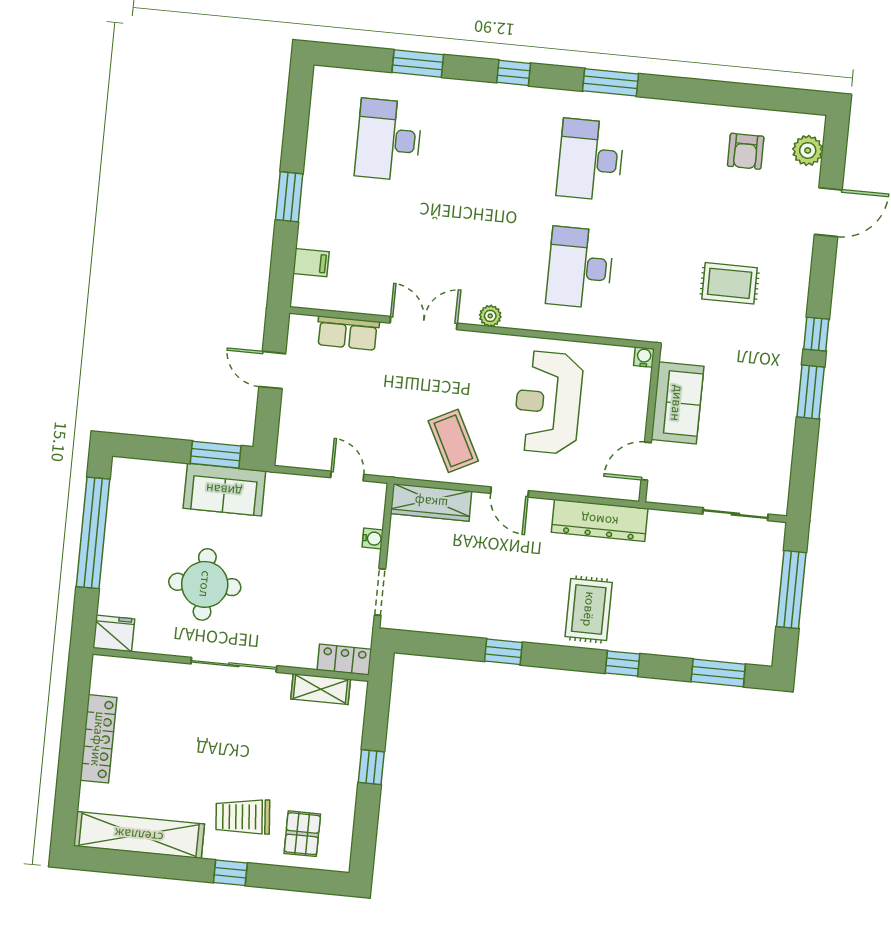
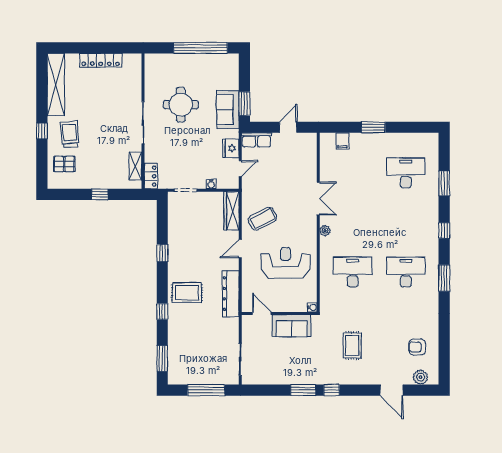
row of seats: (348, 333) -> (257, 140), moved, turned -90
fridge: (114, 633) -> (231, 148), moved, turned 180

